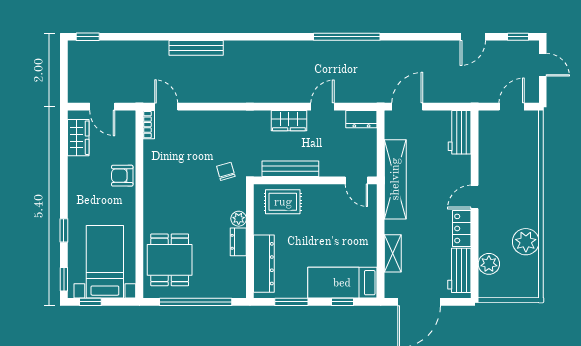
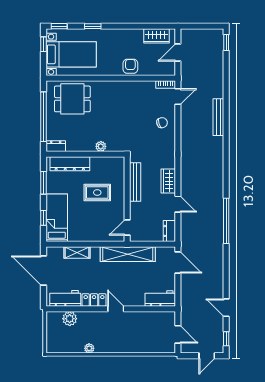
chair: (226, 171) -> (162, 123), moved
rug: (283, 202) -> (97, 192), moved, turned 90
dresser: (238, 242) -> (56, 146), moved
plant: (526, 242) -> (89, 348), width x0.53, depth x0.53

